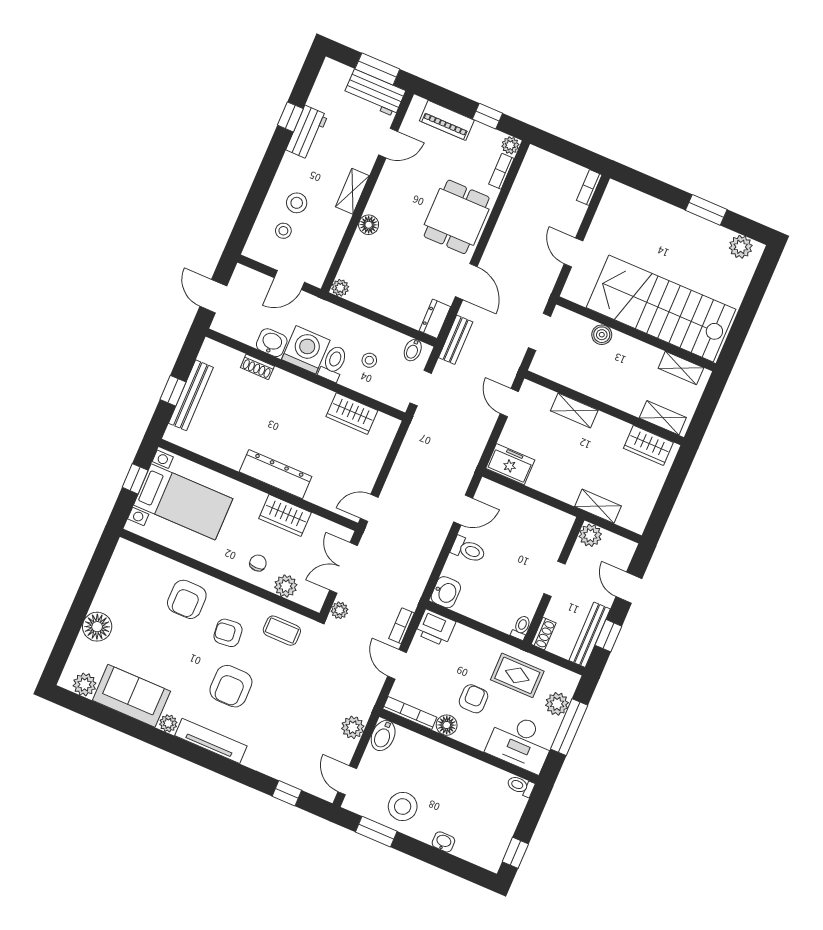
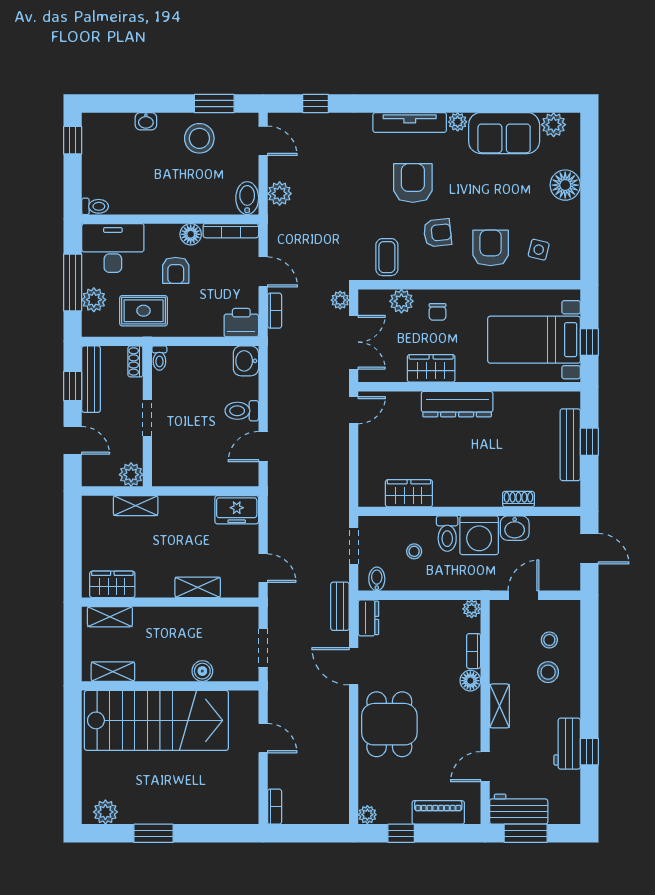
bookcase: (501, 171) -> (474, 651), moved, turned 180
side table: (145, 580) -> (539, 250), added
coffee table: (282, 631) -> (387, 257), turned 90

